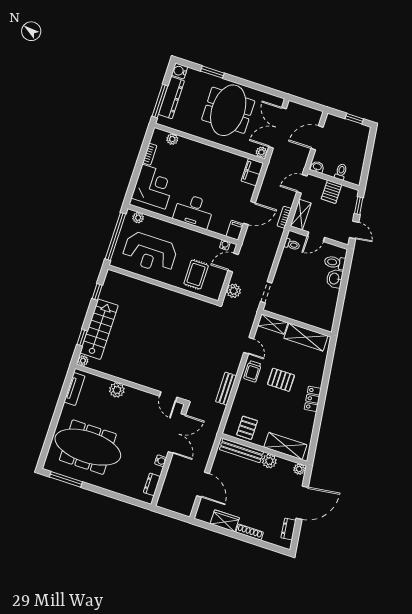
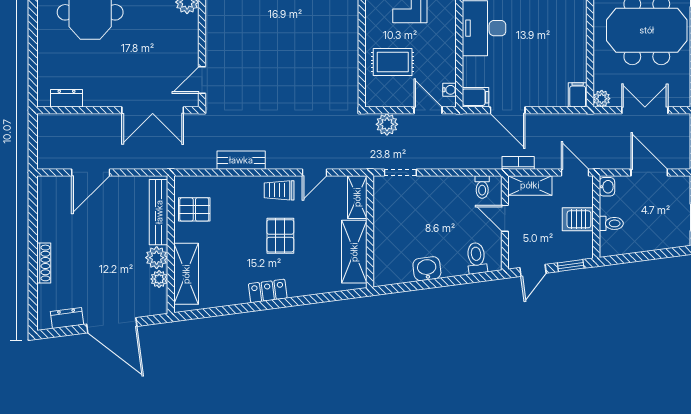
double door: (277, 128) -> (645, 110), width x0.73
filing cabinet: (252, 172) -> (578, 95), width x0.50
washbasin: (335, 279) -> (427, 269), moved
water cooler: (161, 461) -> (105, 100), removed
plant: (299, 469) -> (159, 279), moved
wardrobe: (225, 521) -> (48, 221), removed

